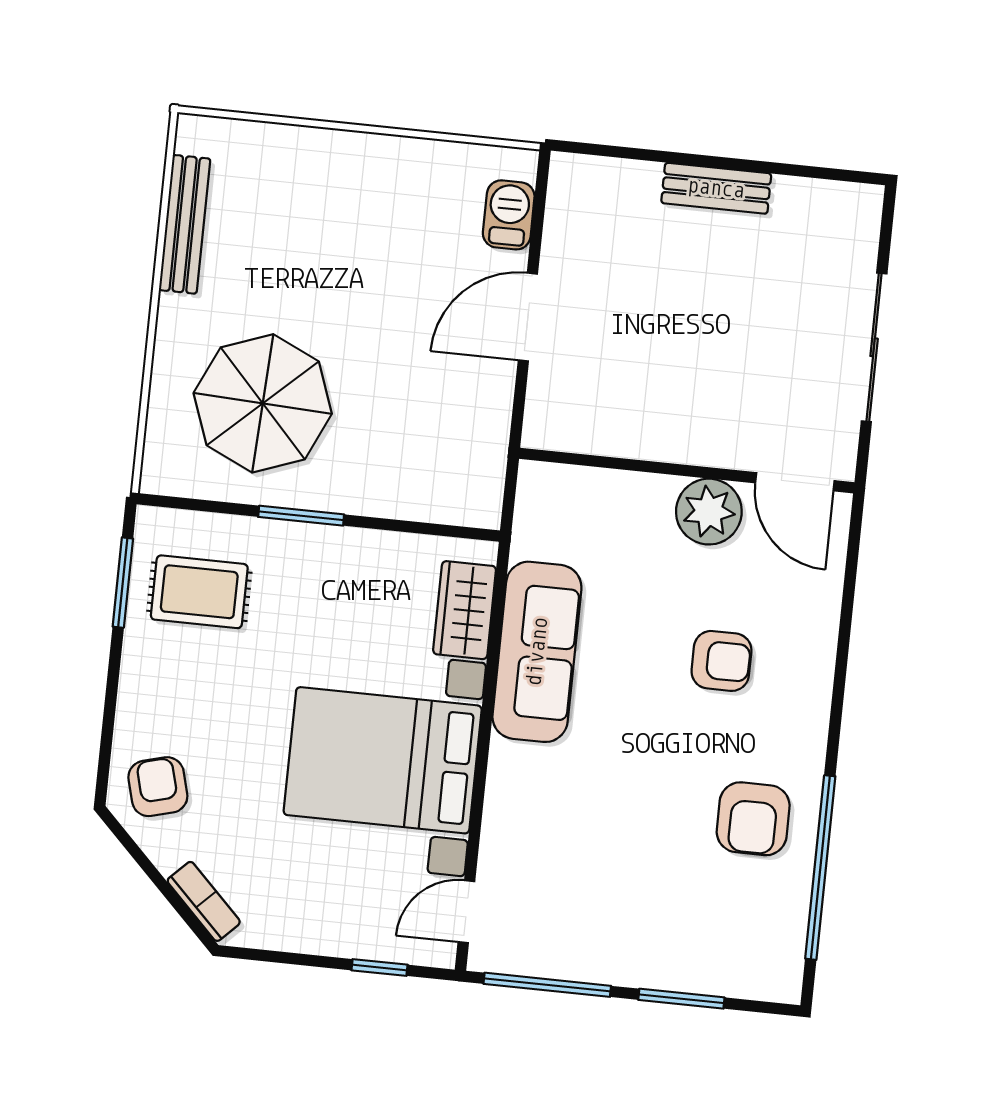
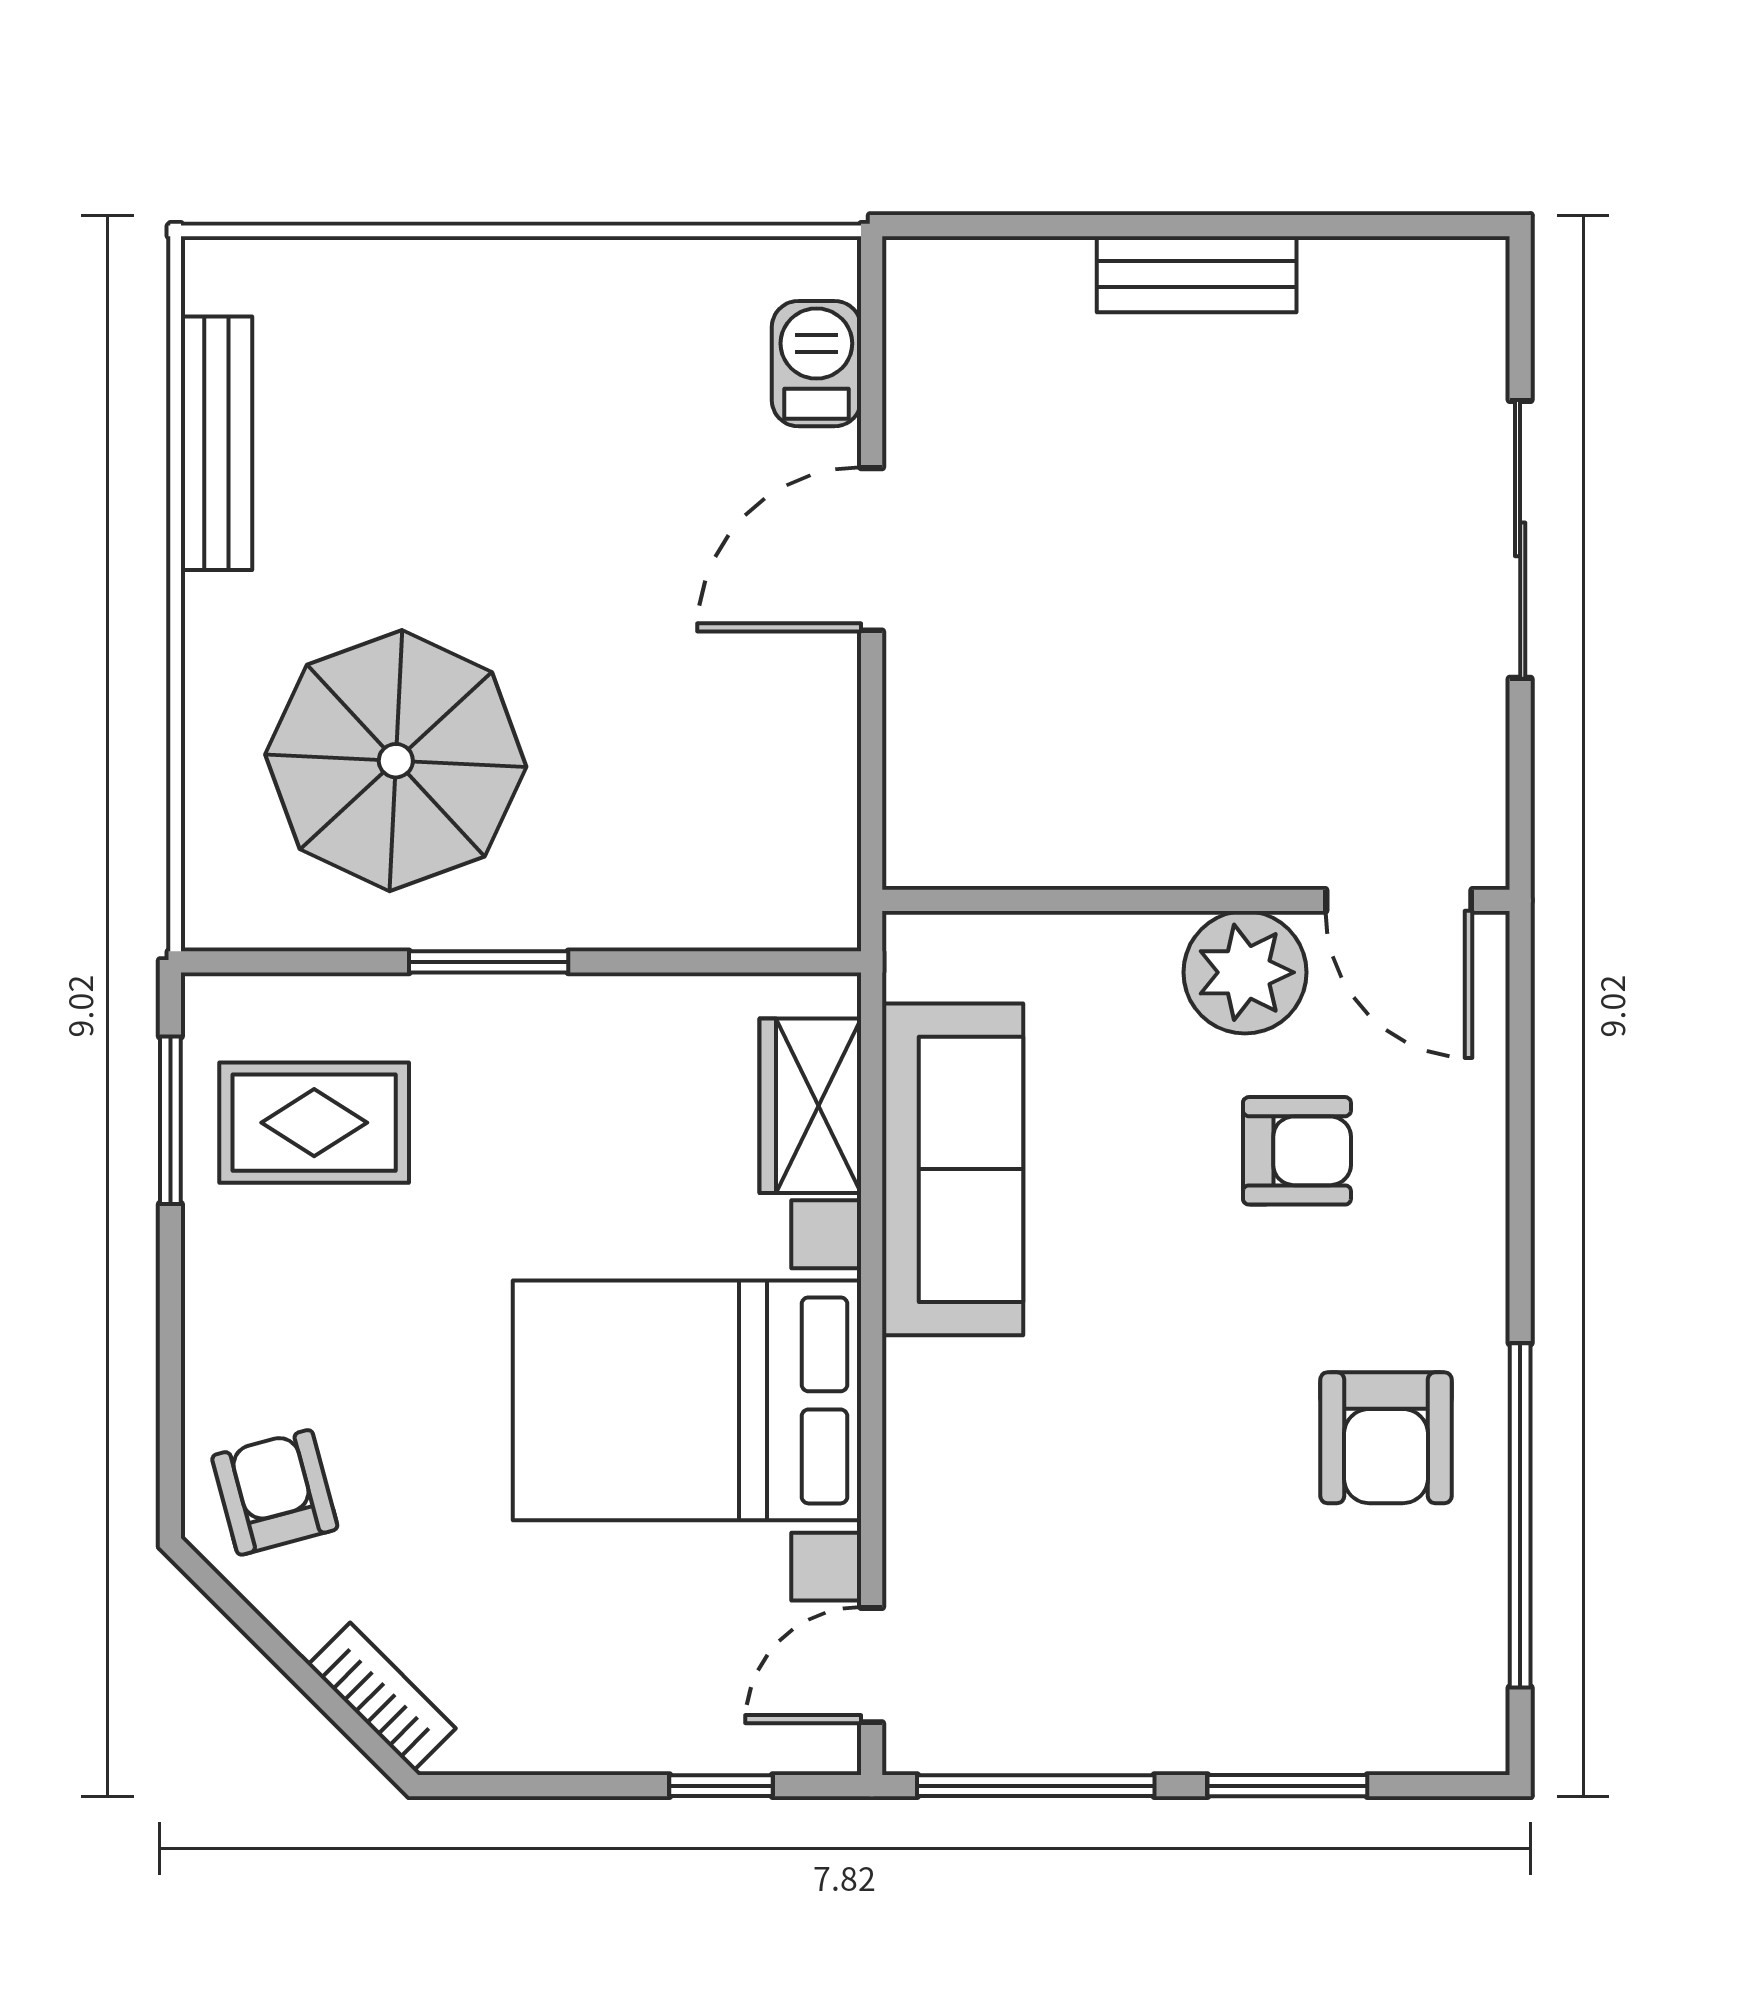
wall: (687, 471) -> (1196, 900), moved
door: (795, 482) -> (1399, 900), moved
plant: (709, 512) -> (1245, 972), moved

